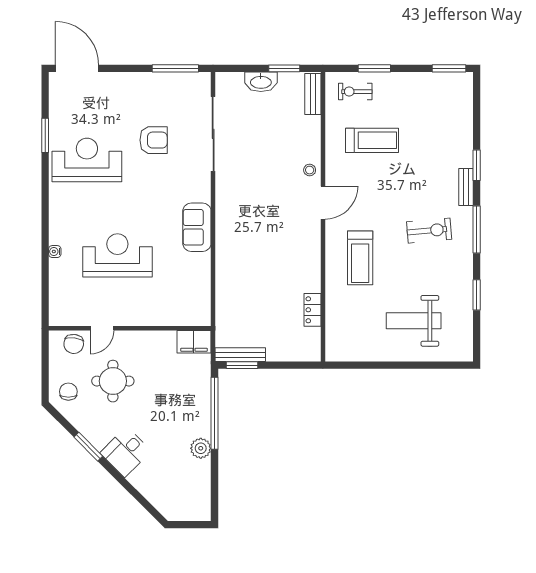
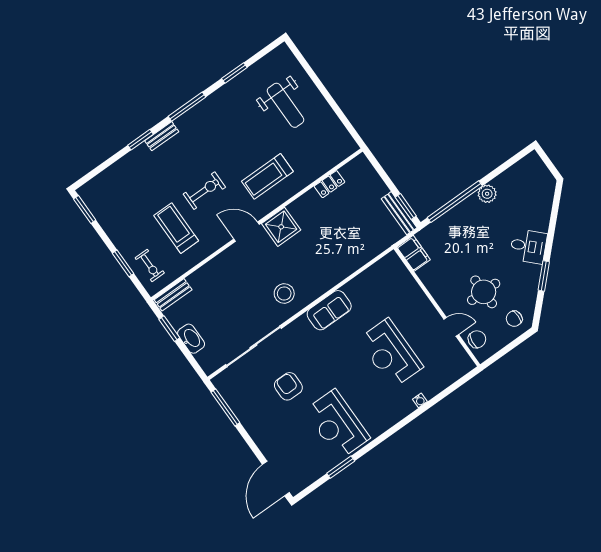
stool: (310, 170) -> (284, 294), moved, width x1.89, depth x1.89
exercise bike: (429, 231) -> (204, 191), moved, turned 95
shower: (305, 237) -> (281, 227), added
treadmill: (360, 258) -> (267, 176), turned 180

